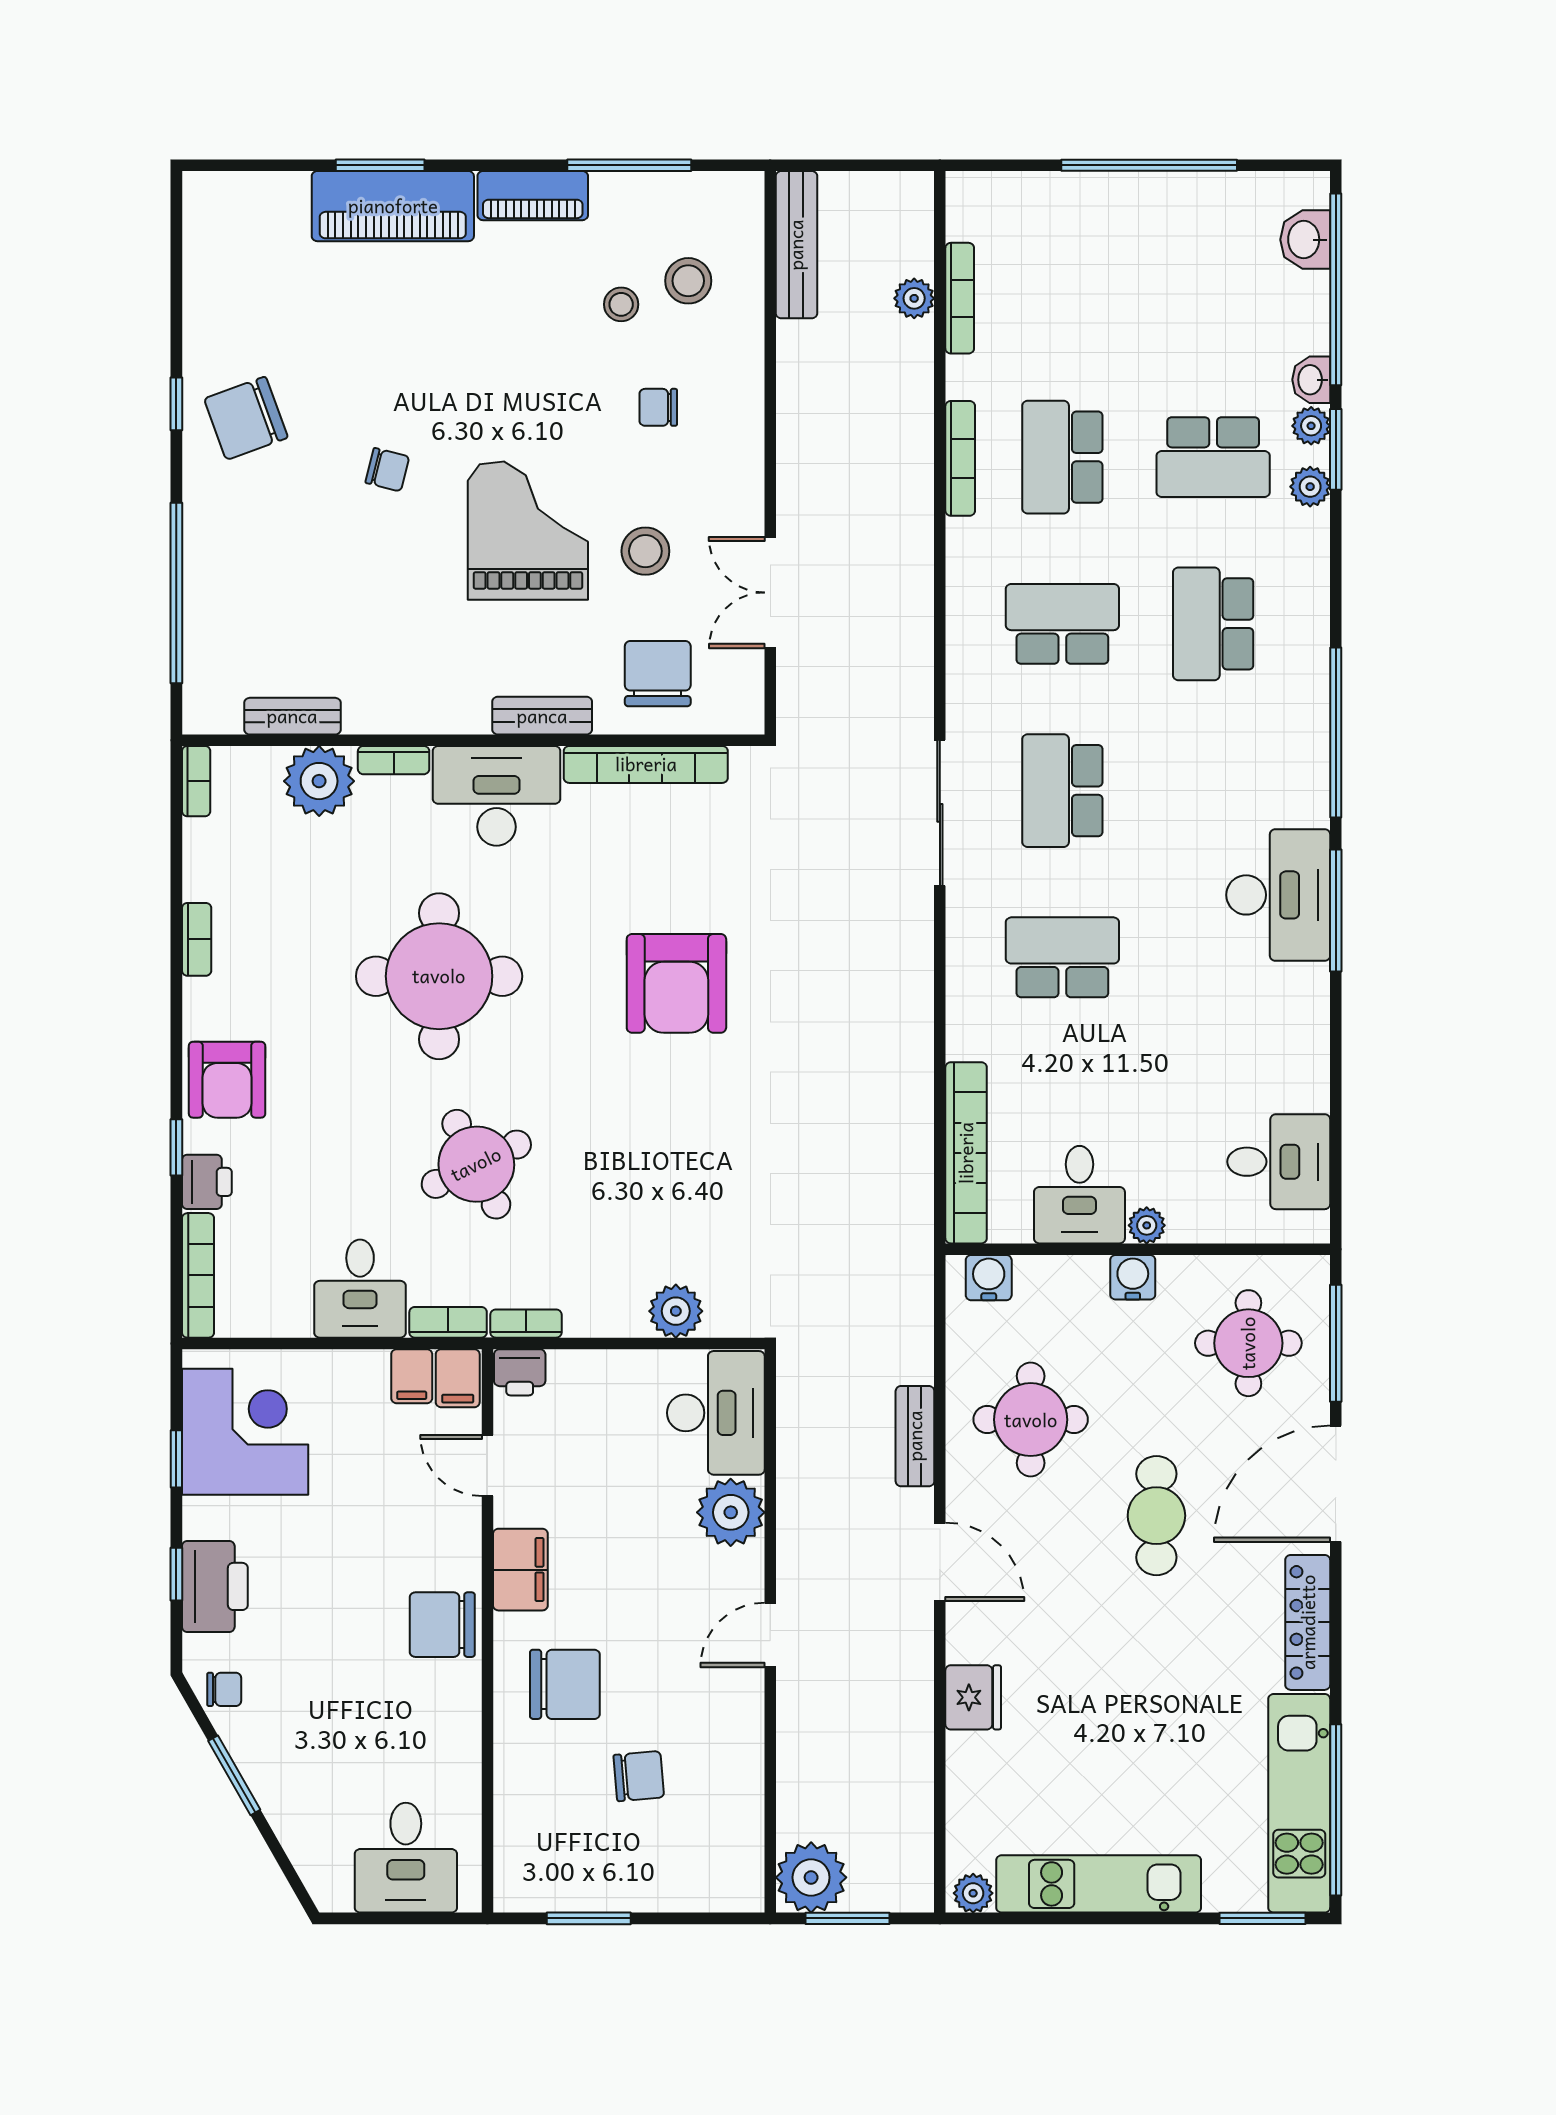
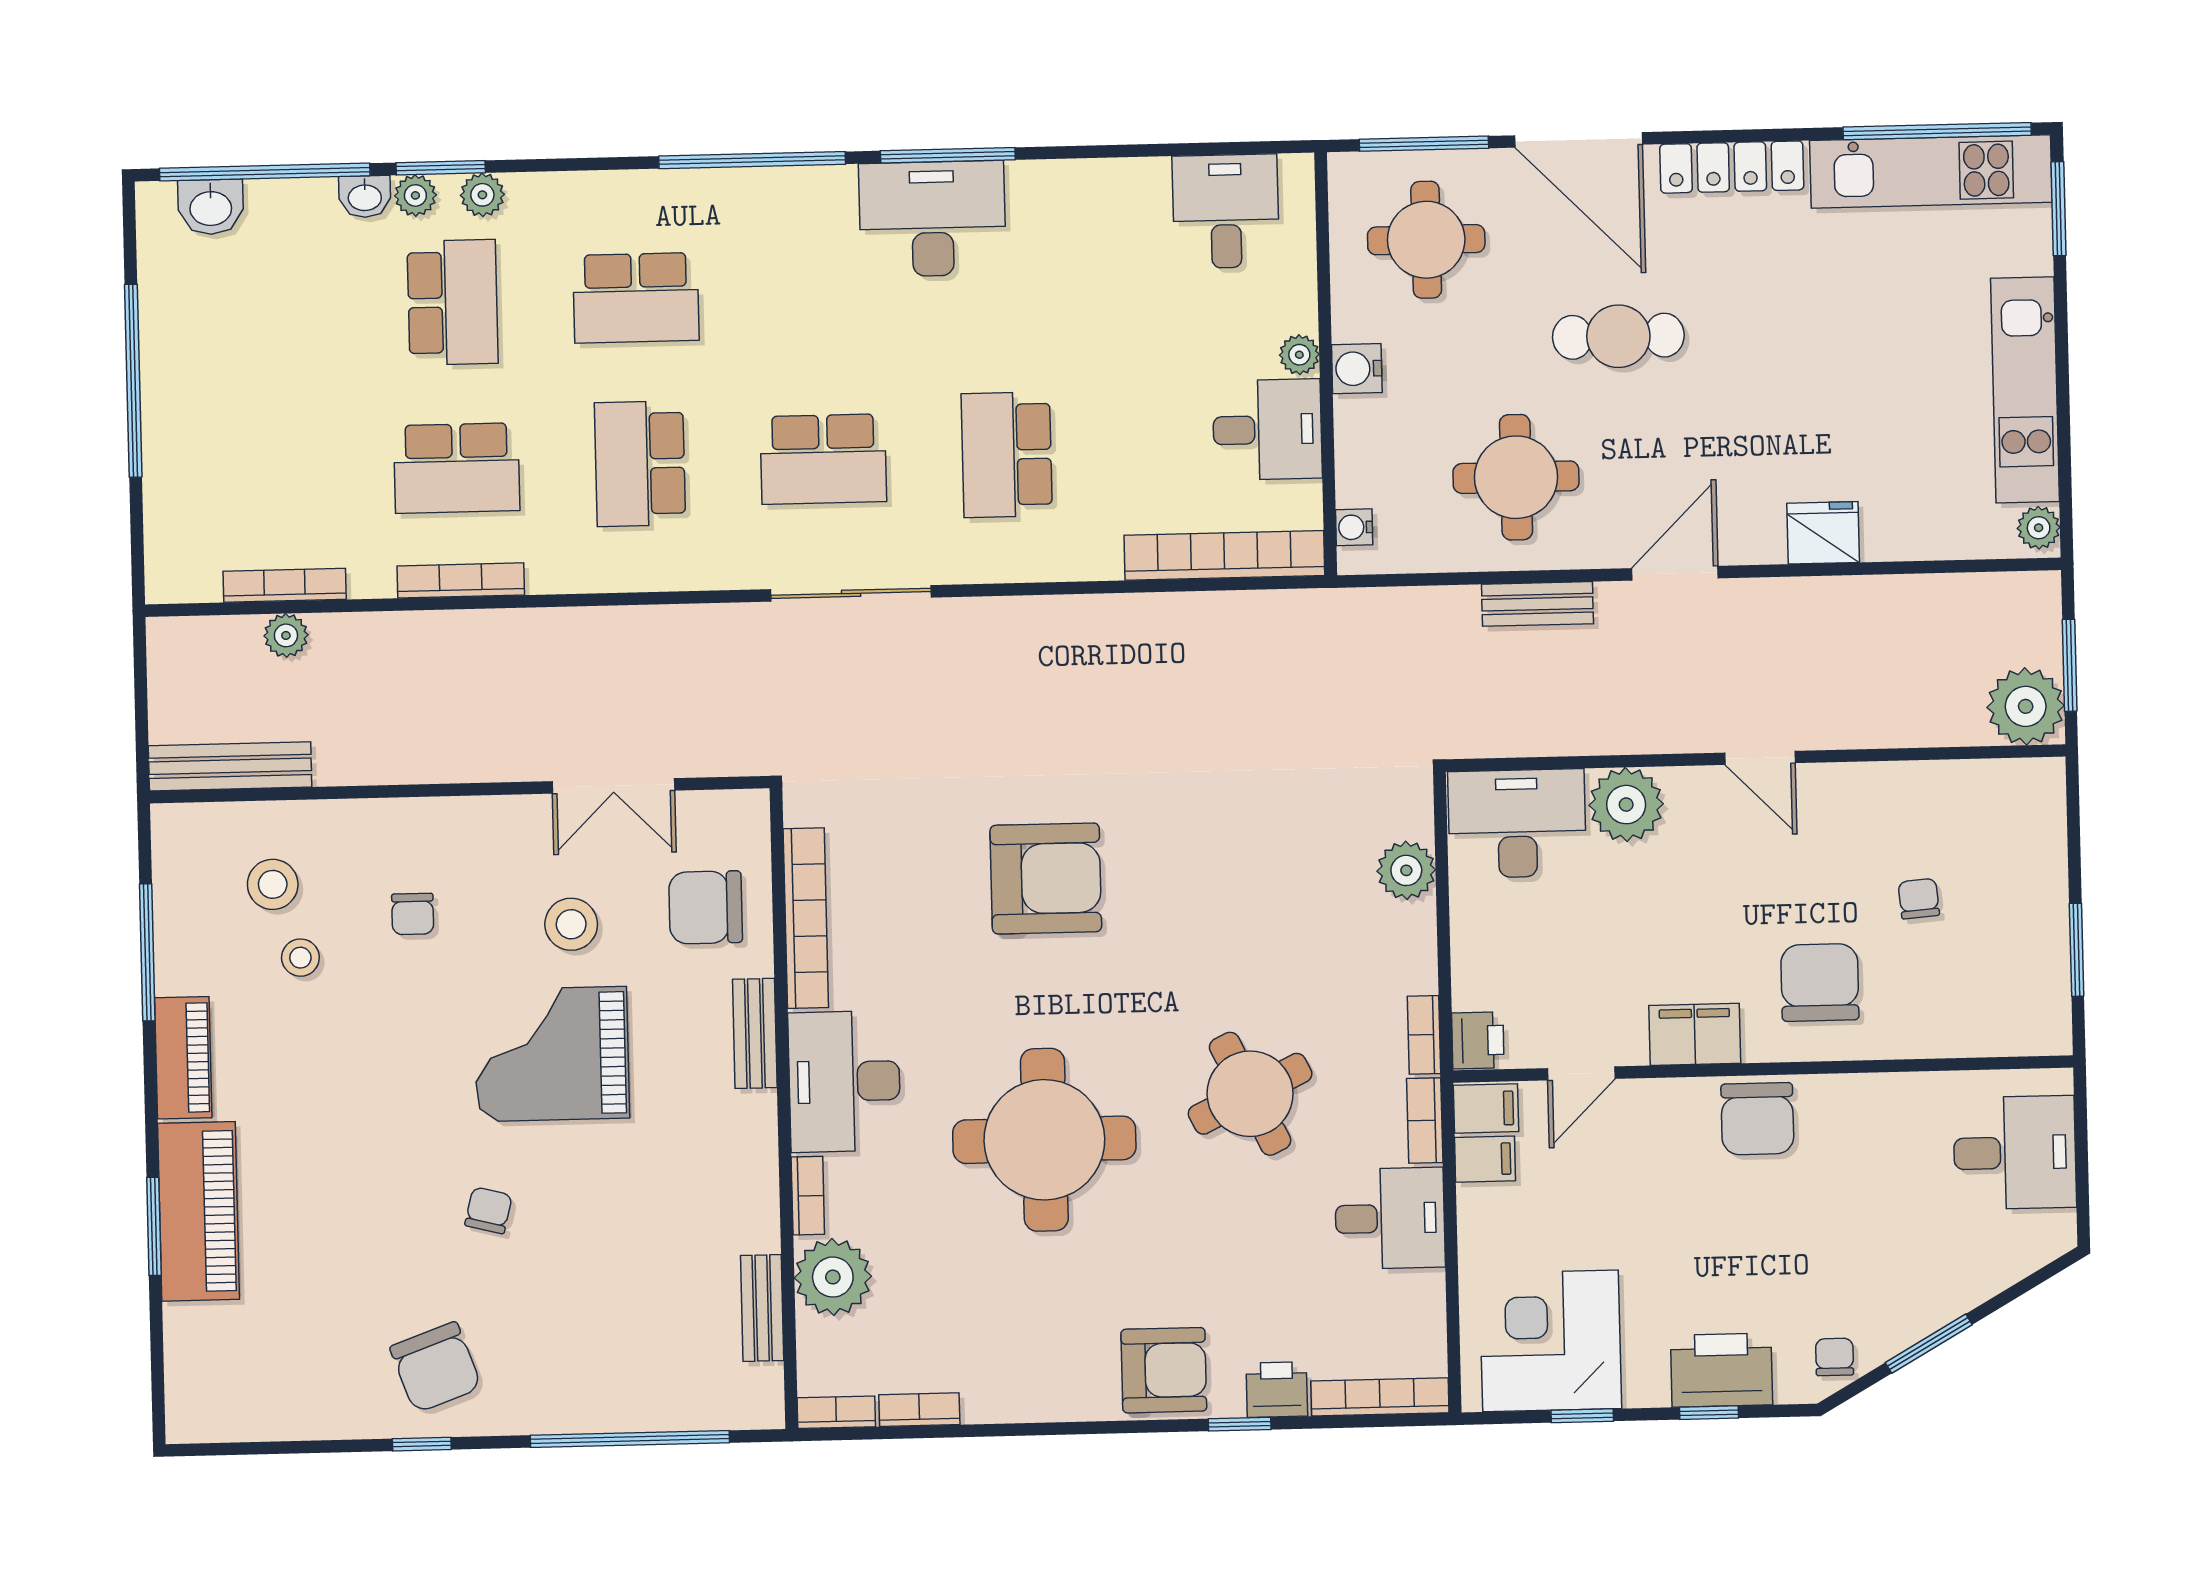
bookcase: (197, 939) -> (919, 1410), moved
water cooler: (989, 1278) -> (1354, 527), width x0.72, depth x0.72
chair: (639, 1776) -> (1919, 899), width x0.73, depth x0.73

